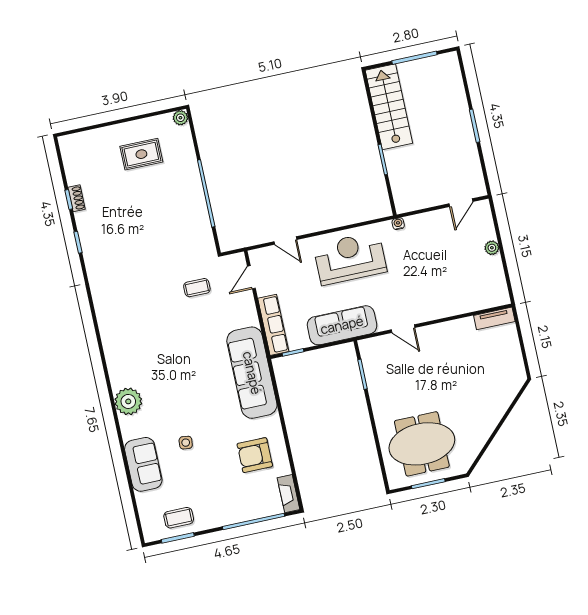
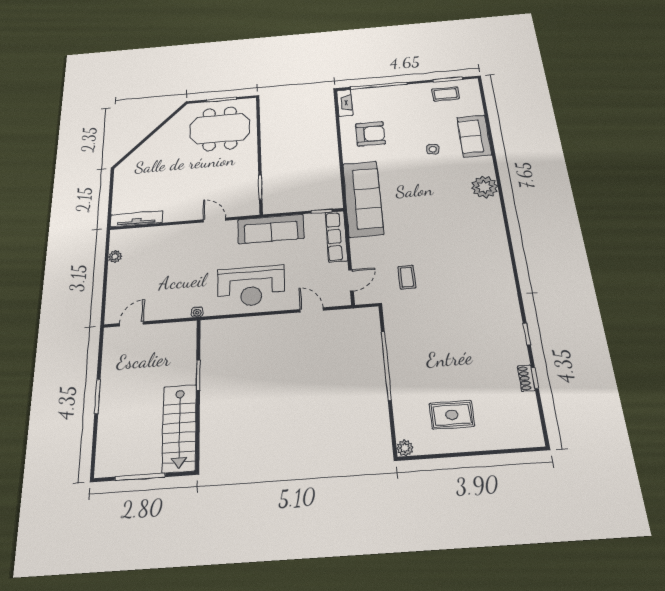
plant: (492, 248) -> (115, 257), moved
coffee table: (197, 288) -> (407, 277), turned 90
tv unit: (494, 318) -> (136, 219), width x1.41

